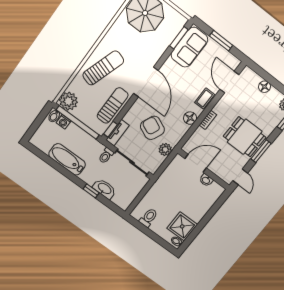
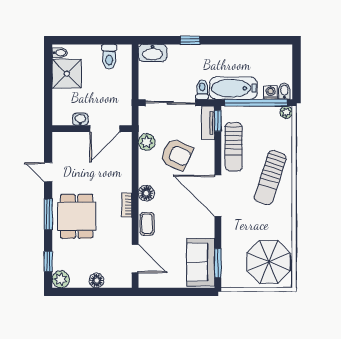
window: (221, 41) -> (175, 292), removed
plant: (68, 101) -> (286, 112), width x0.53, depth x0.53
dining table: (245, 137) -> (77, 216), turned 90
bathtub: (67, 159) -> (233, 88), moved, turned 180
door: (196, 163) -> (105, 129), moved
wall: (204, 169) -> (92, 129), moved
washbasin: (206, 180) -> (80, 119), moved
washbasin: (104, 189) -> (153, 53), moved

